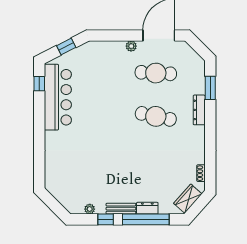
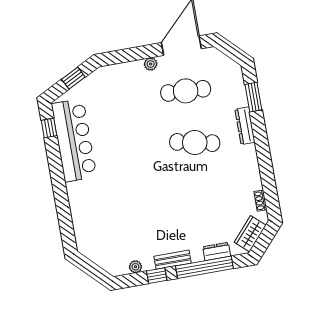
dresser: (147, 208) -> (217, 251), moved

